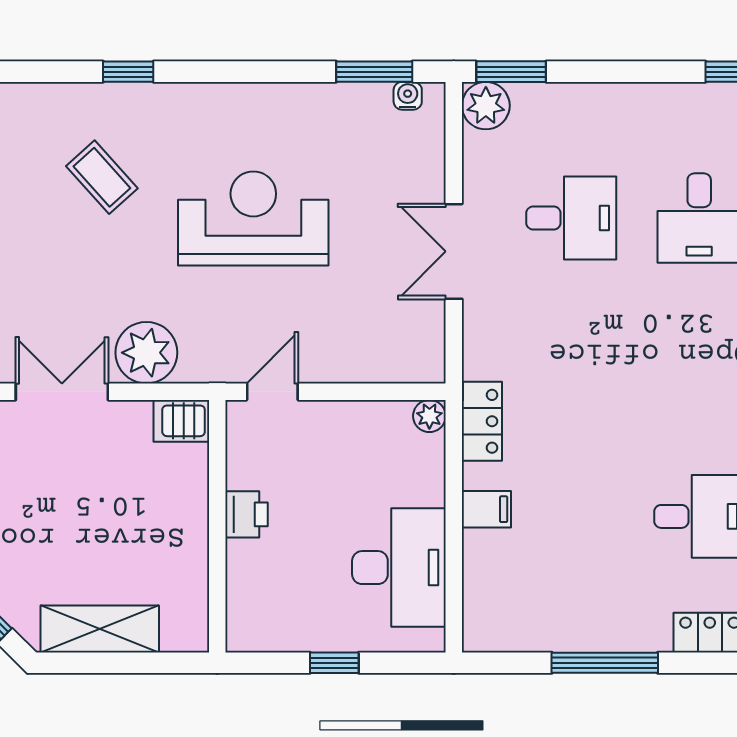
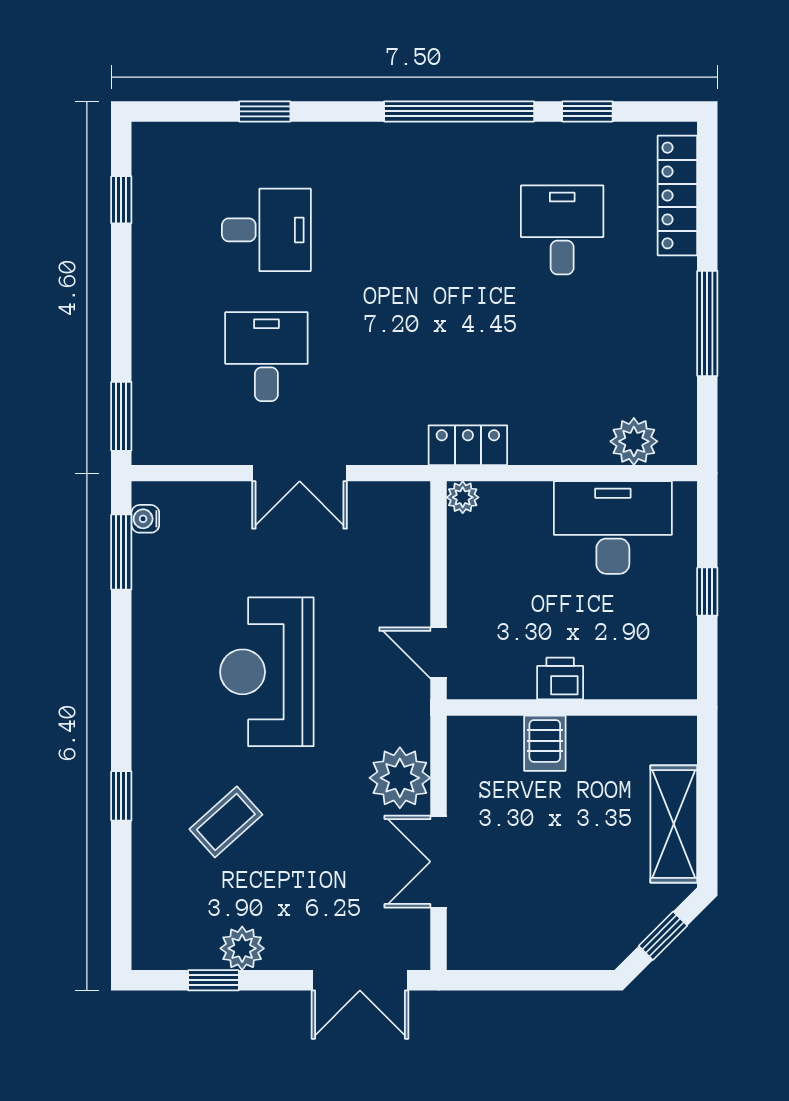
plant: (486, 106) -> (634, 441), moved
server rack: (181, 421) -> (545, 743), moved
filing cabinet: (486, 509) -> (555, 441), removed

